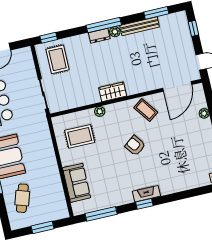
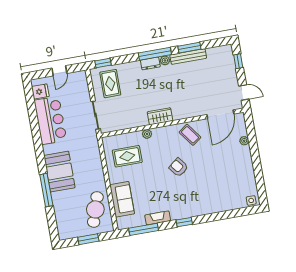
window: (156, 13) -> (189, 48), moved
fireplace: (146, 194) -> (158, 218), moved
cafe table: (22, 198) -> (95, 209), moved, width x1.37, depth x1.35

